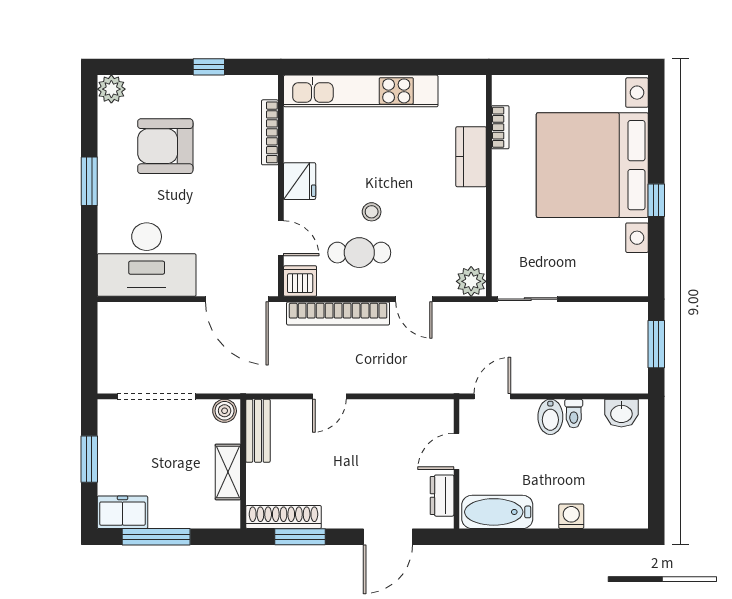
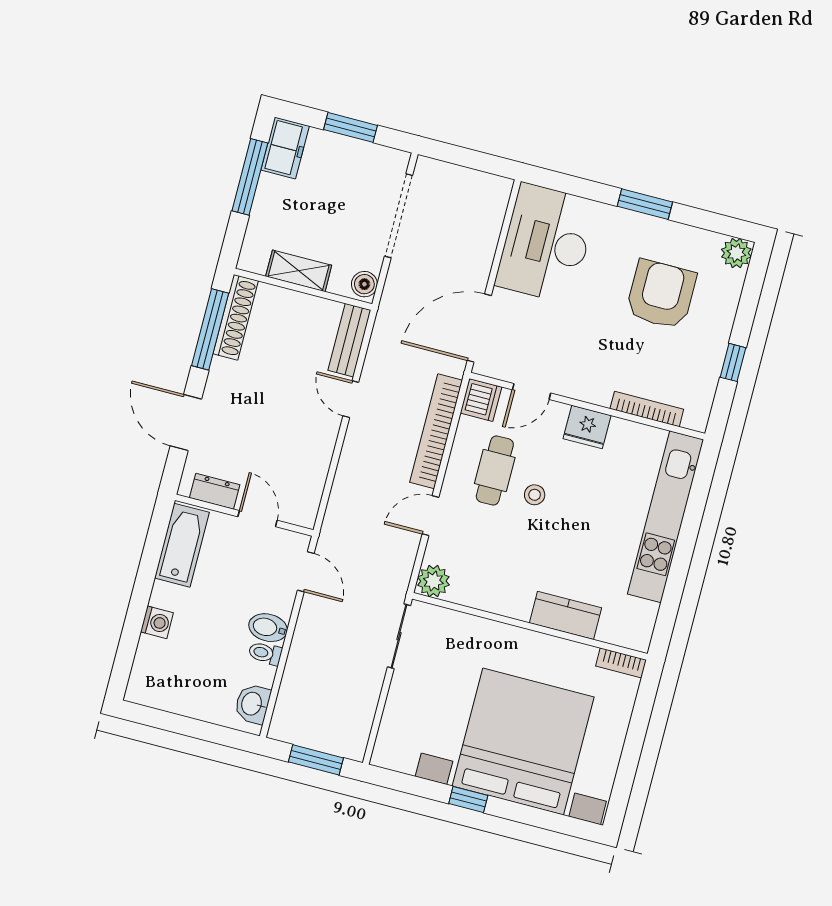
bookcase: (500, 127) -> (621, 663), moved
bench: (258, 431) -> (349, 340), moved, turned 90
window: (300, 537) -> (210, 329), width x1.44

